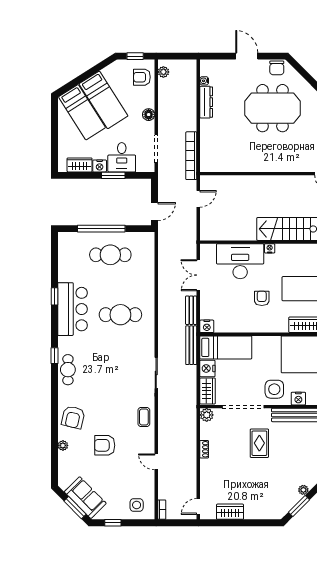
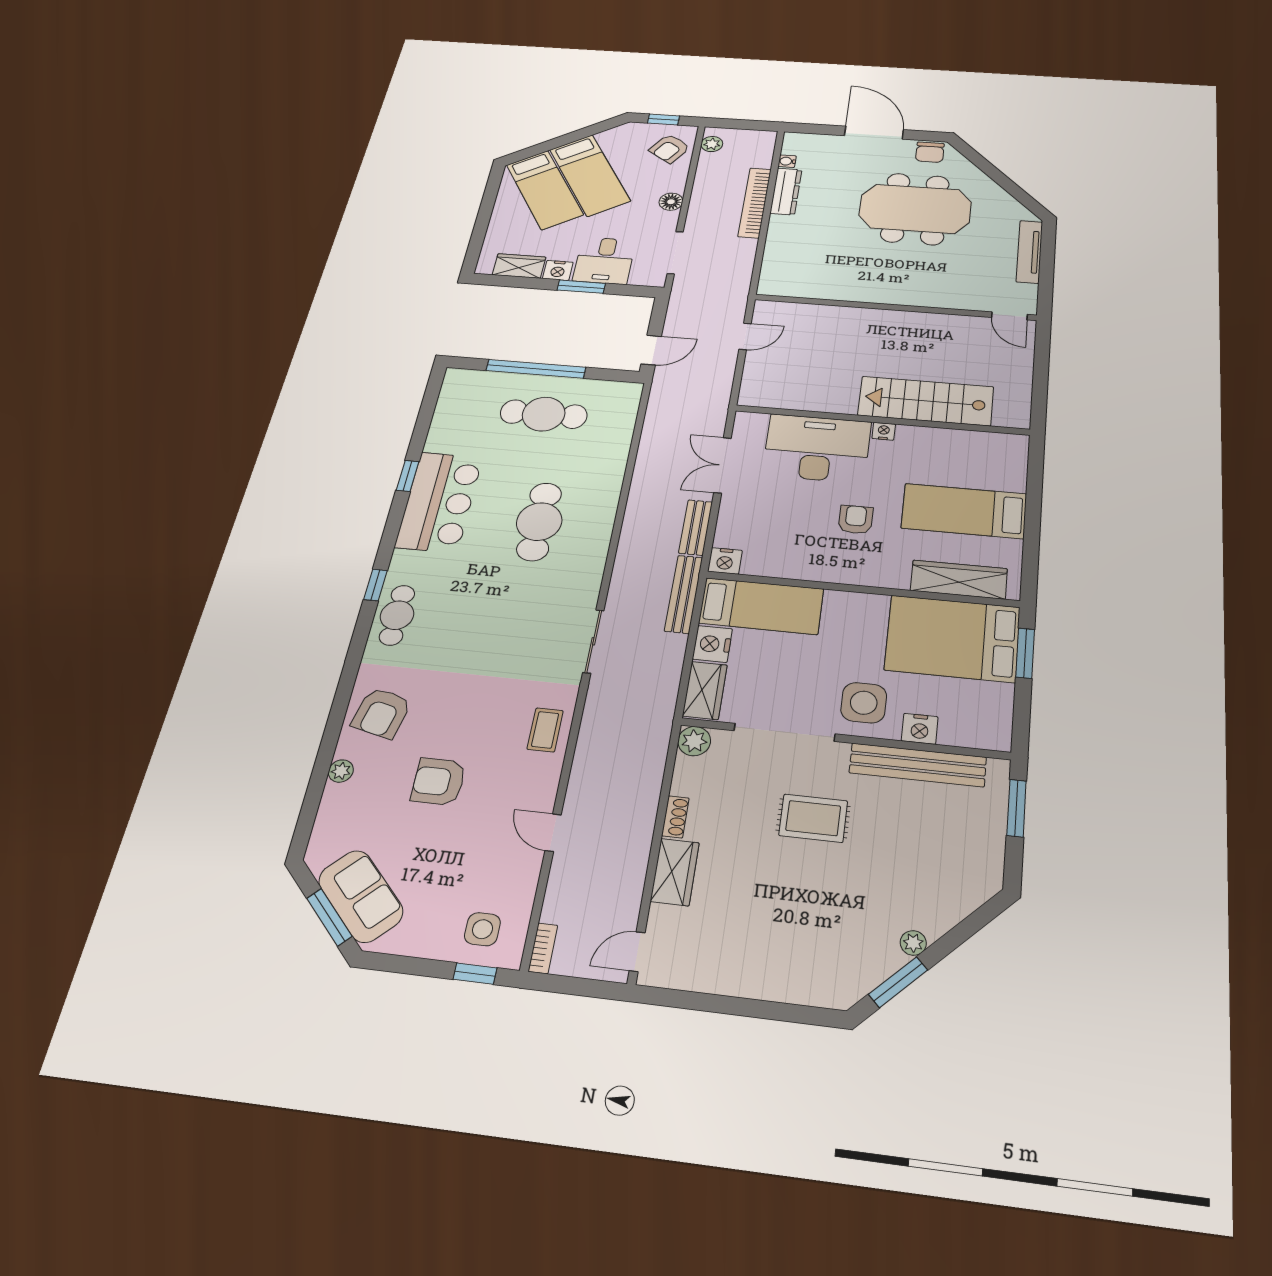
door: (247, 56) -> (874, 133), width x1.36
armchair: (142, 77) -> (670, 149), turned -56
bookcase: (191, 156) -> (755, 203), moved
cafe table: (120, 315) -> (539, 522), turned 90
rug: (259, 443) -> (813, 818), turned 90
wardrobe: (230, 512) -> (675, 872), moved, turned 90
window: (113, 523) -> (475, 974), moved

